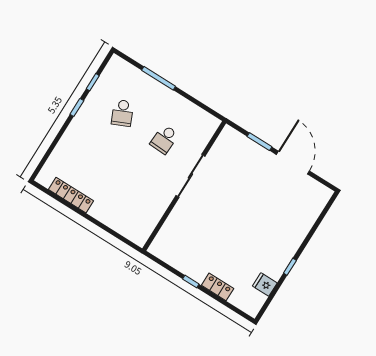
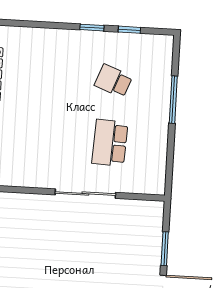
school desk: (122, 113) -> (113, 81), turned 45
school desk: (164, 139) -> (110, 143), width x1.85

